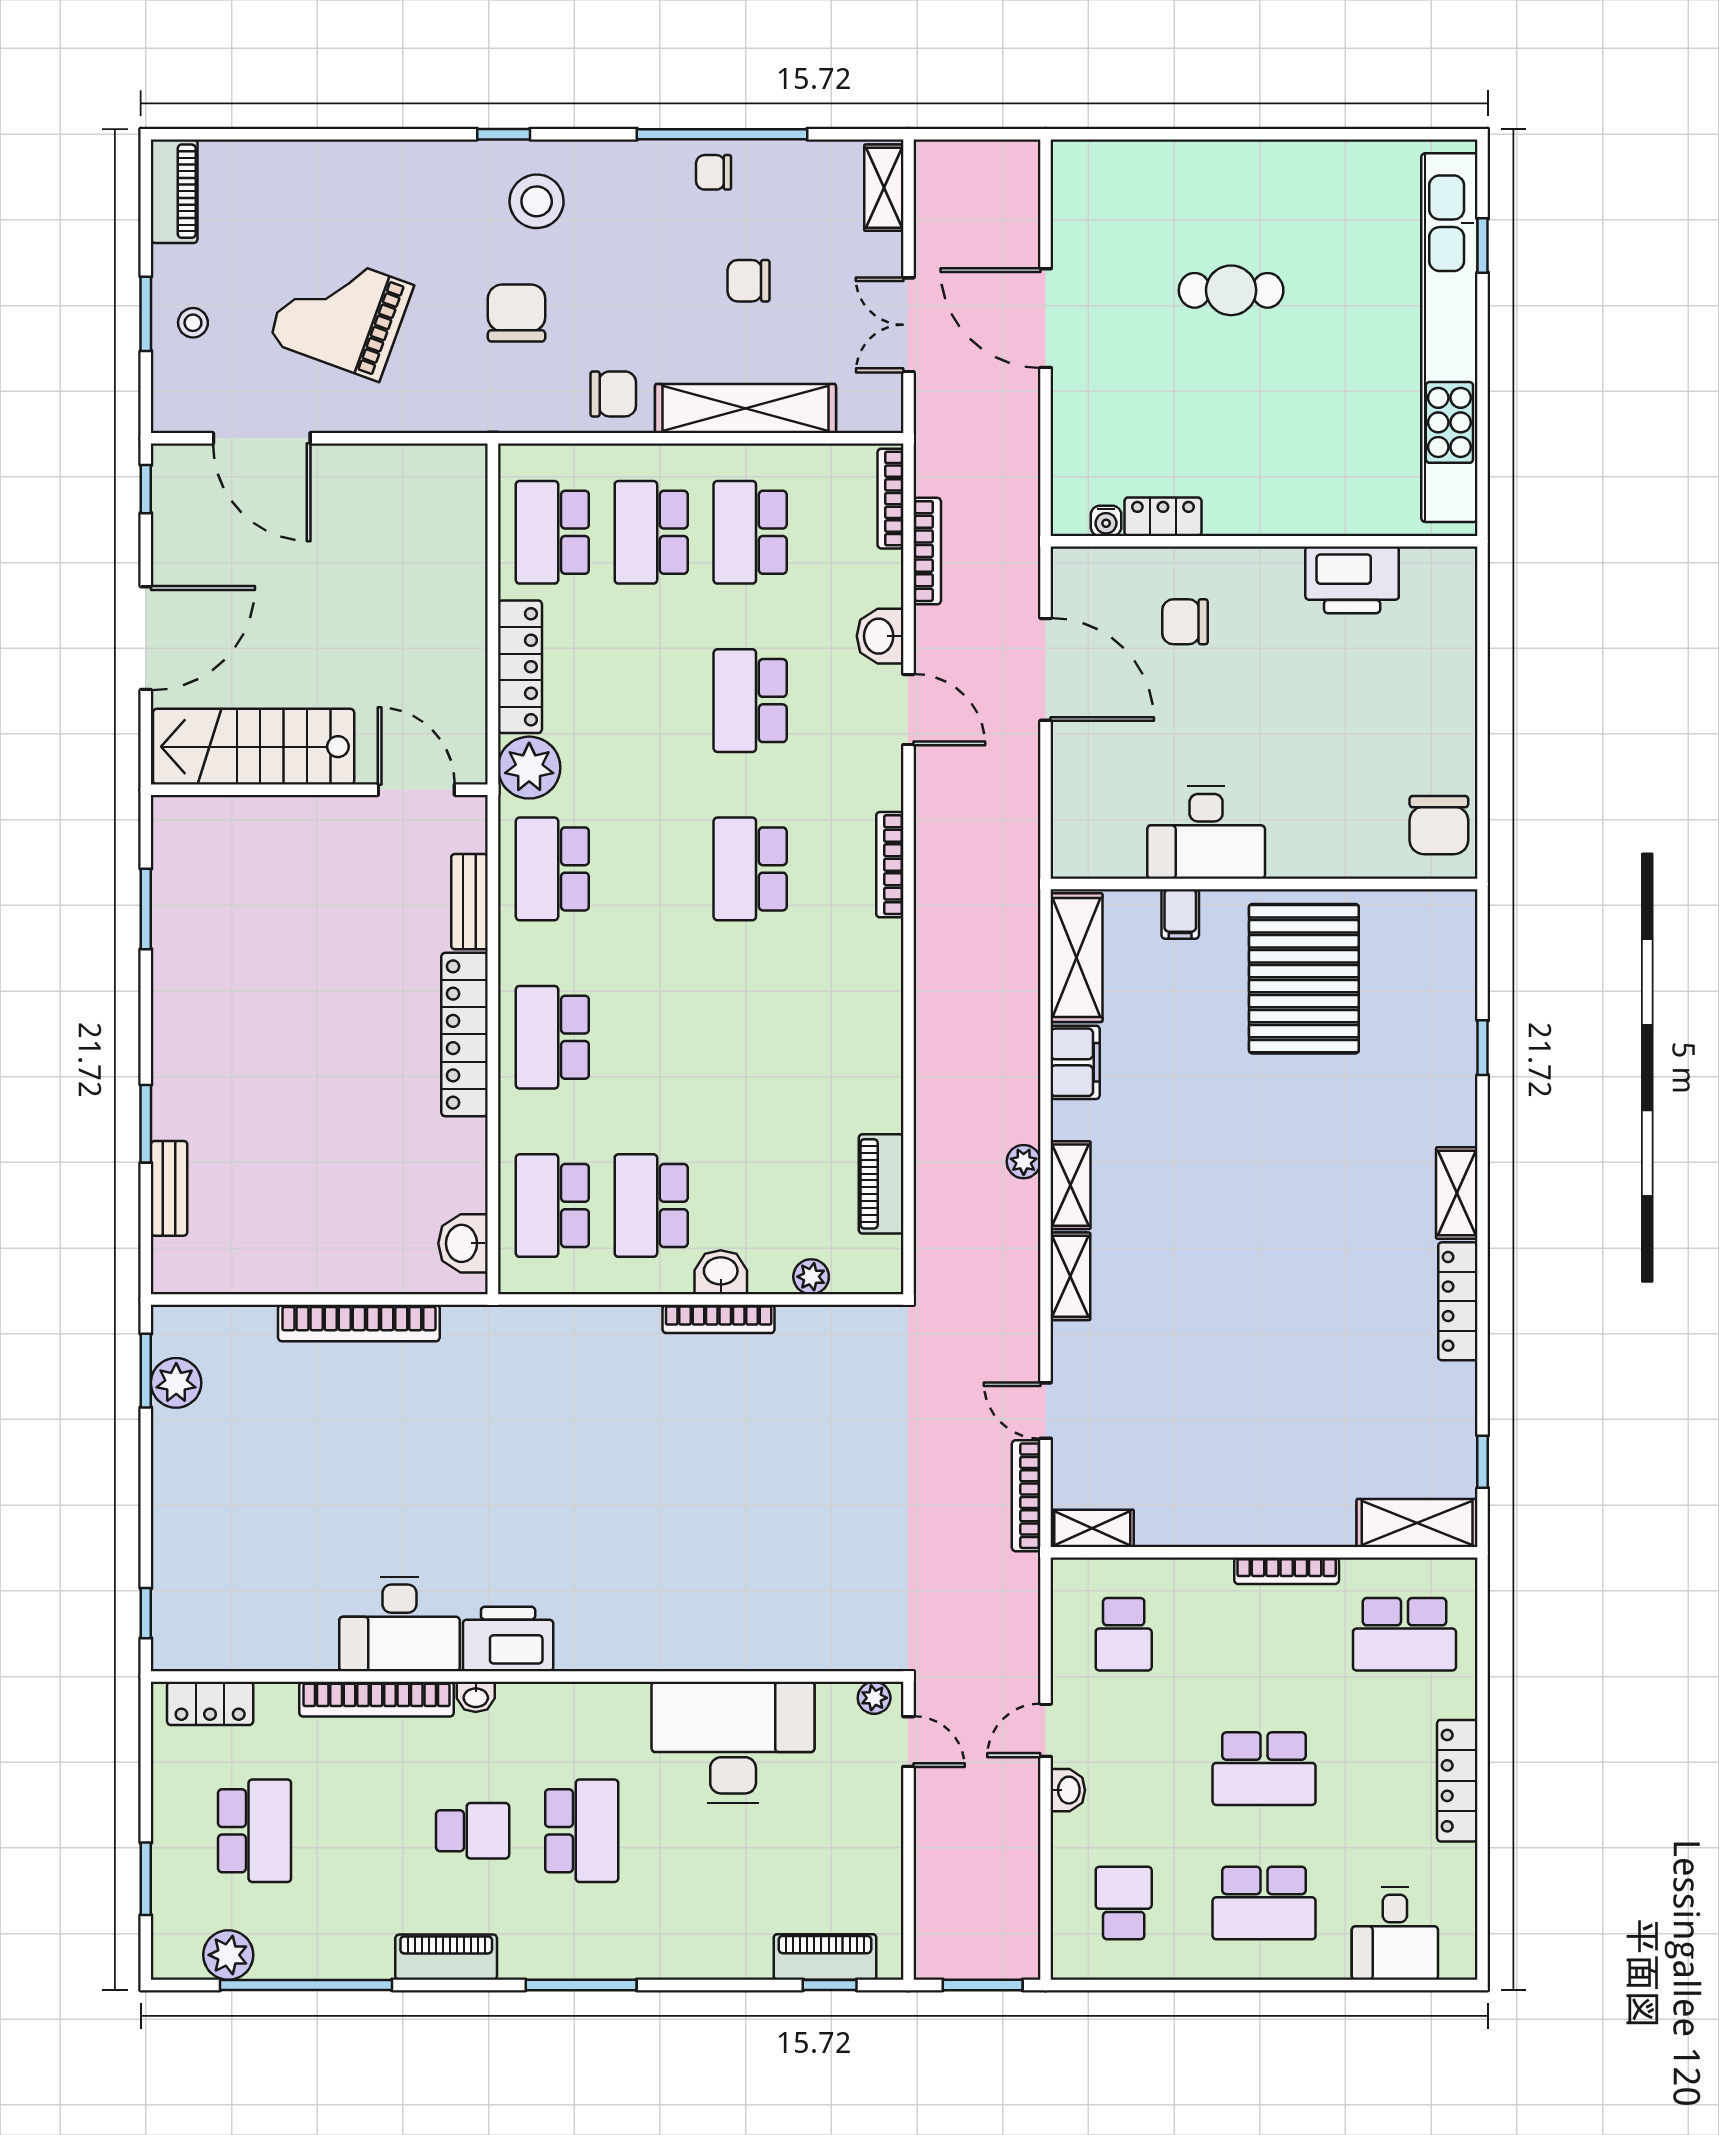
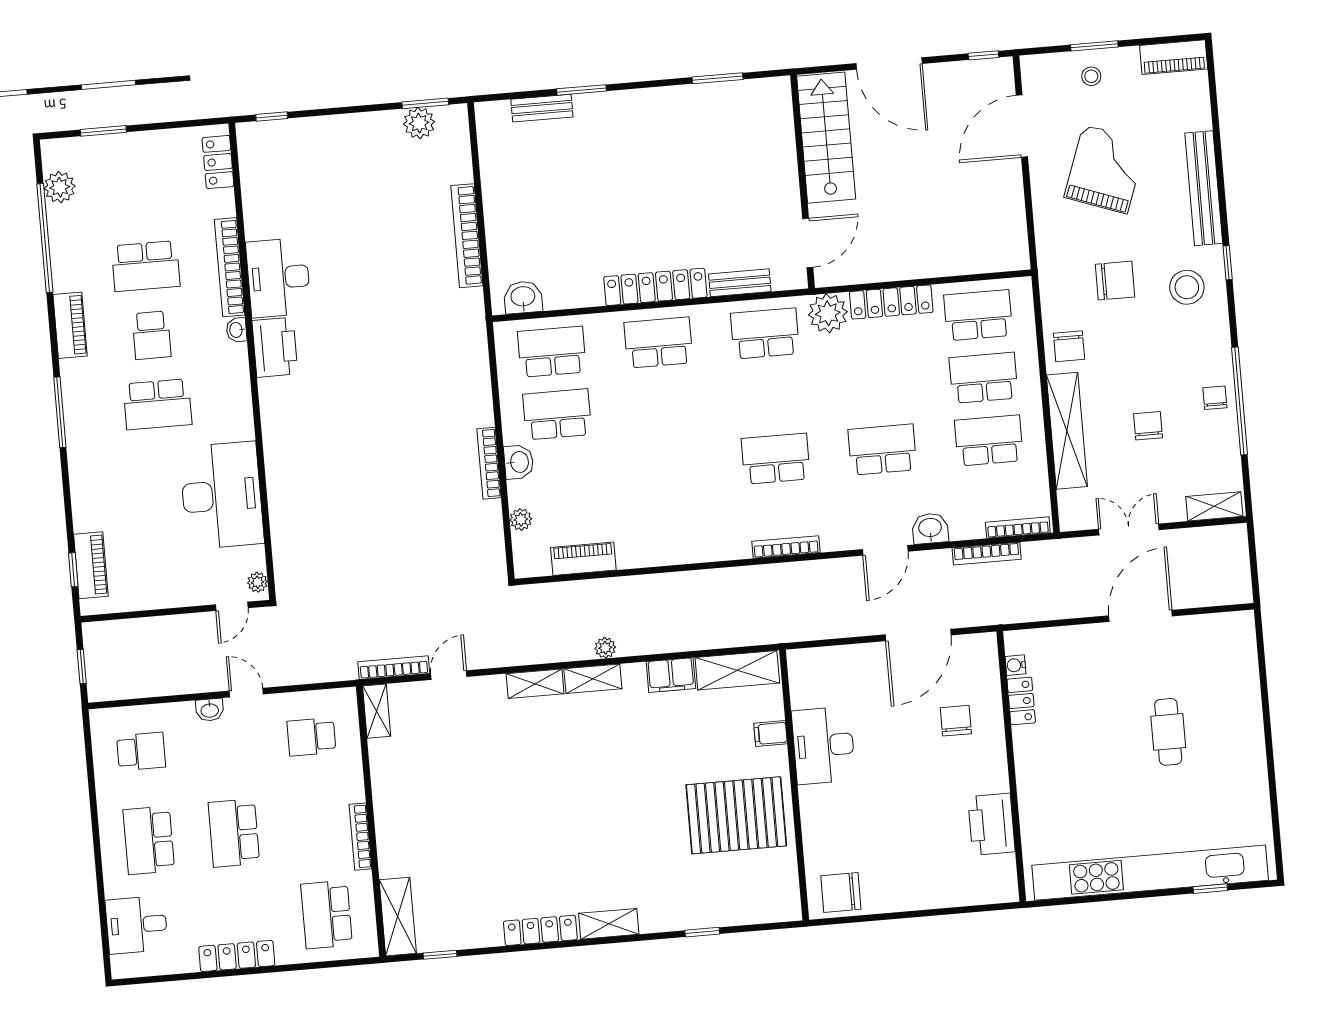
bench: (384, 161) -> (1204, 188), added
school desk: (255, 1831) -> (146, 266), moved
window: (983, 1985) -> (82, 667), width x0.67

